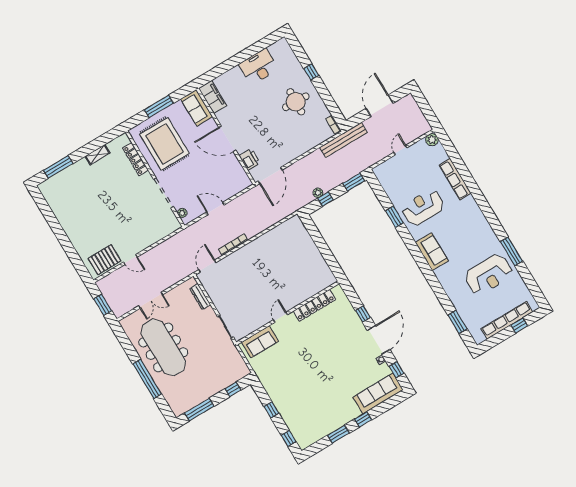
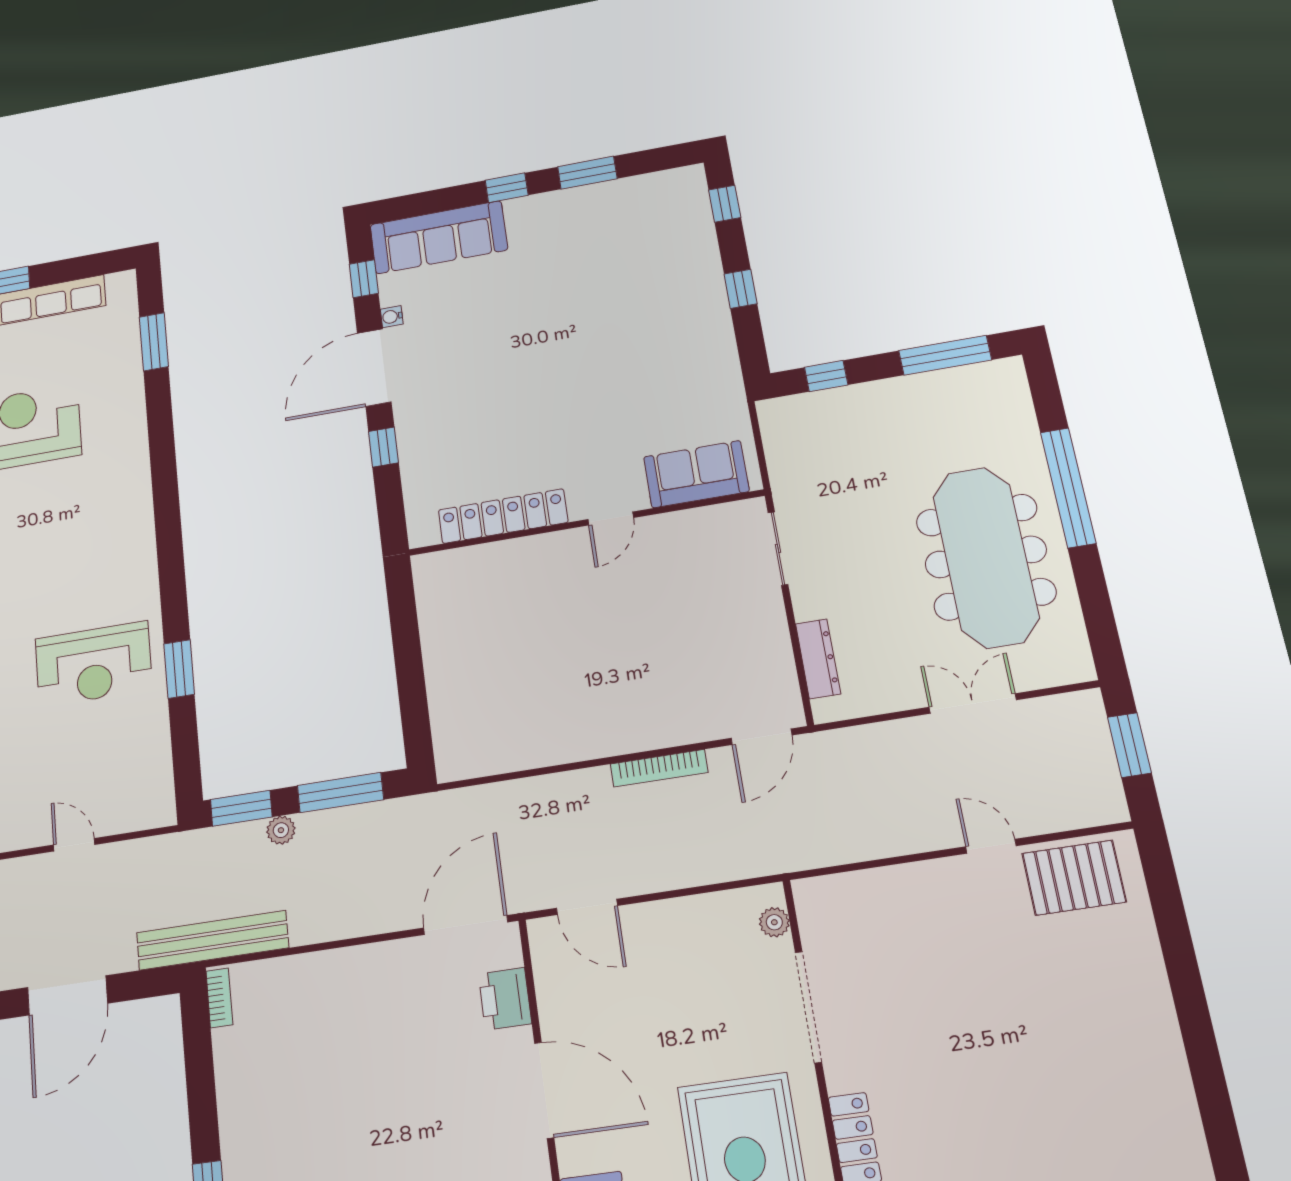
round table: (296, 102) -> (294, 1114), removed
door: (400, 150) -> (74, 845), swing flipped
plant: (318, 193) -> (281, 830), moved
window: (325, 199) -> (340, 793), width x2.17
door: (215, 208) -> (587, 907), moved
sofa: (432, 252) -> (129, 540), removed

